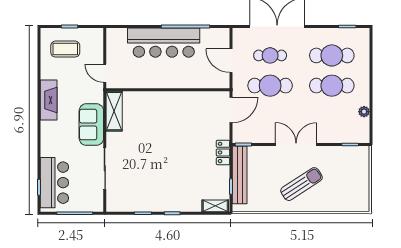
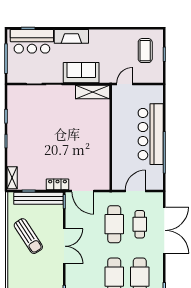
fireplace: (49, 100) -> (71, 36), moved
door: (231, 110) -> (83, 191), moved
sun lounger: (301, 184) -> (28, 236), moved

